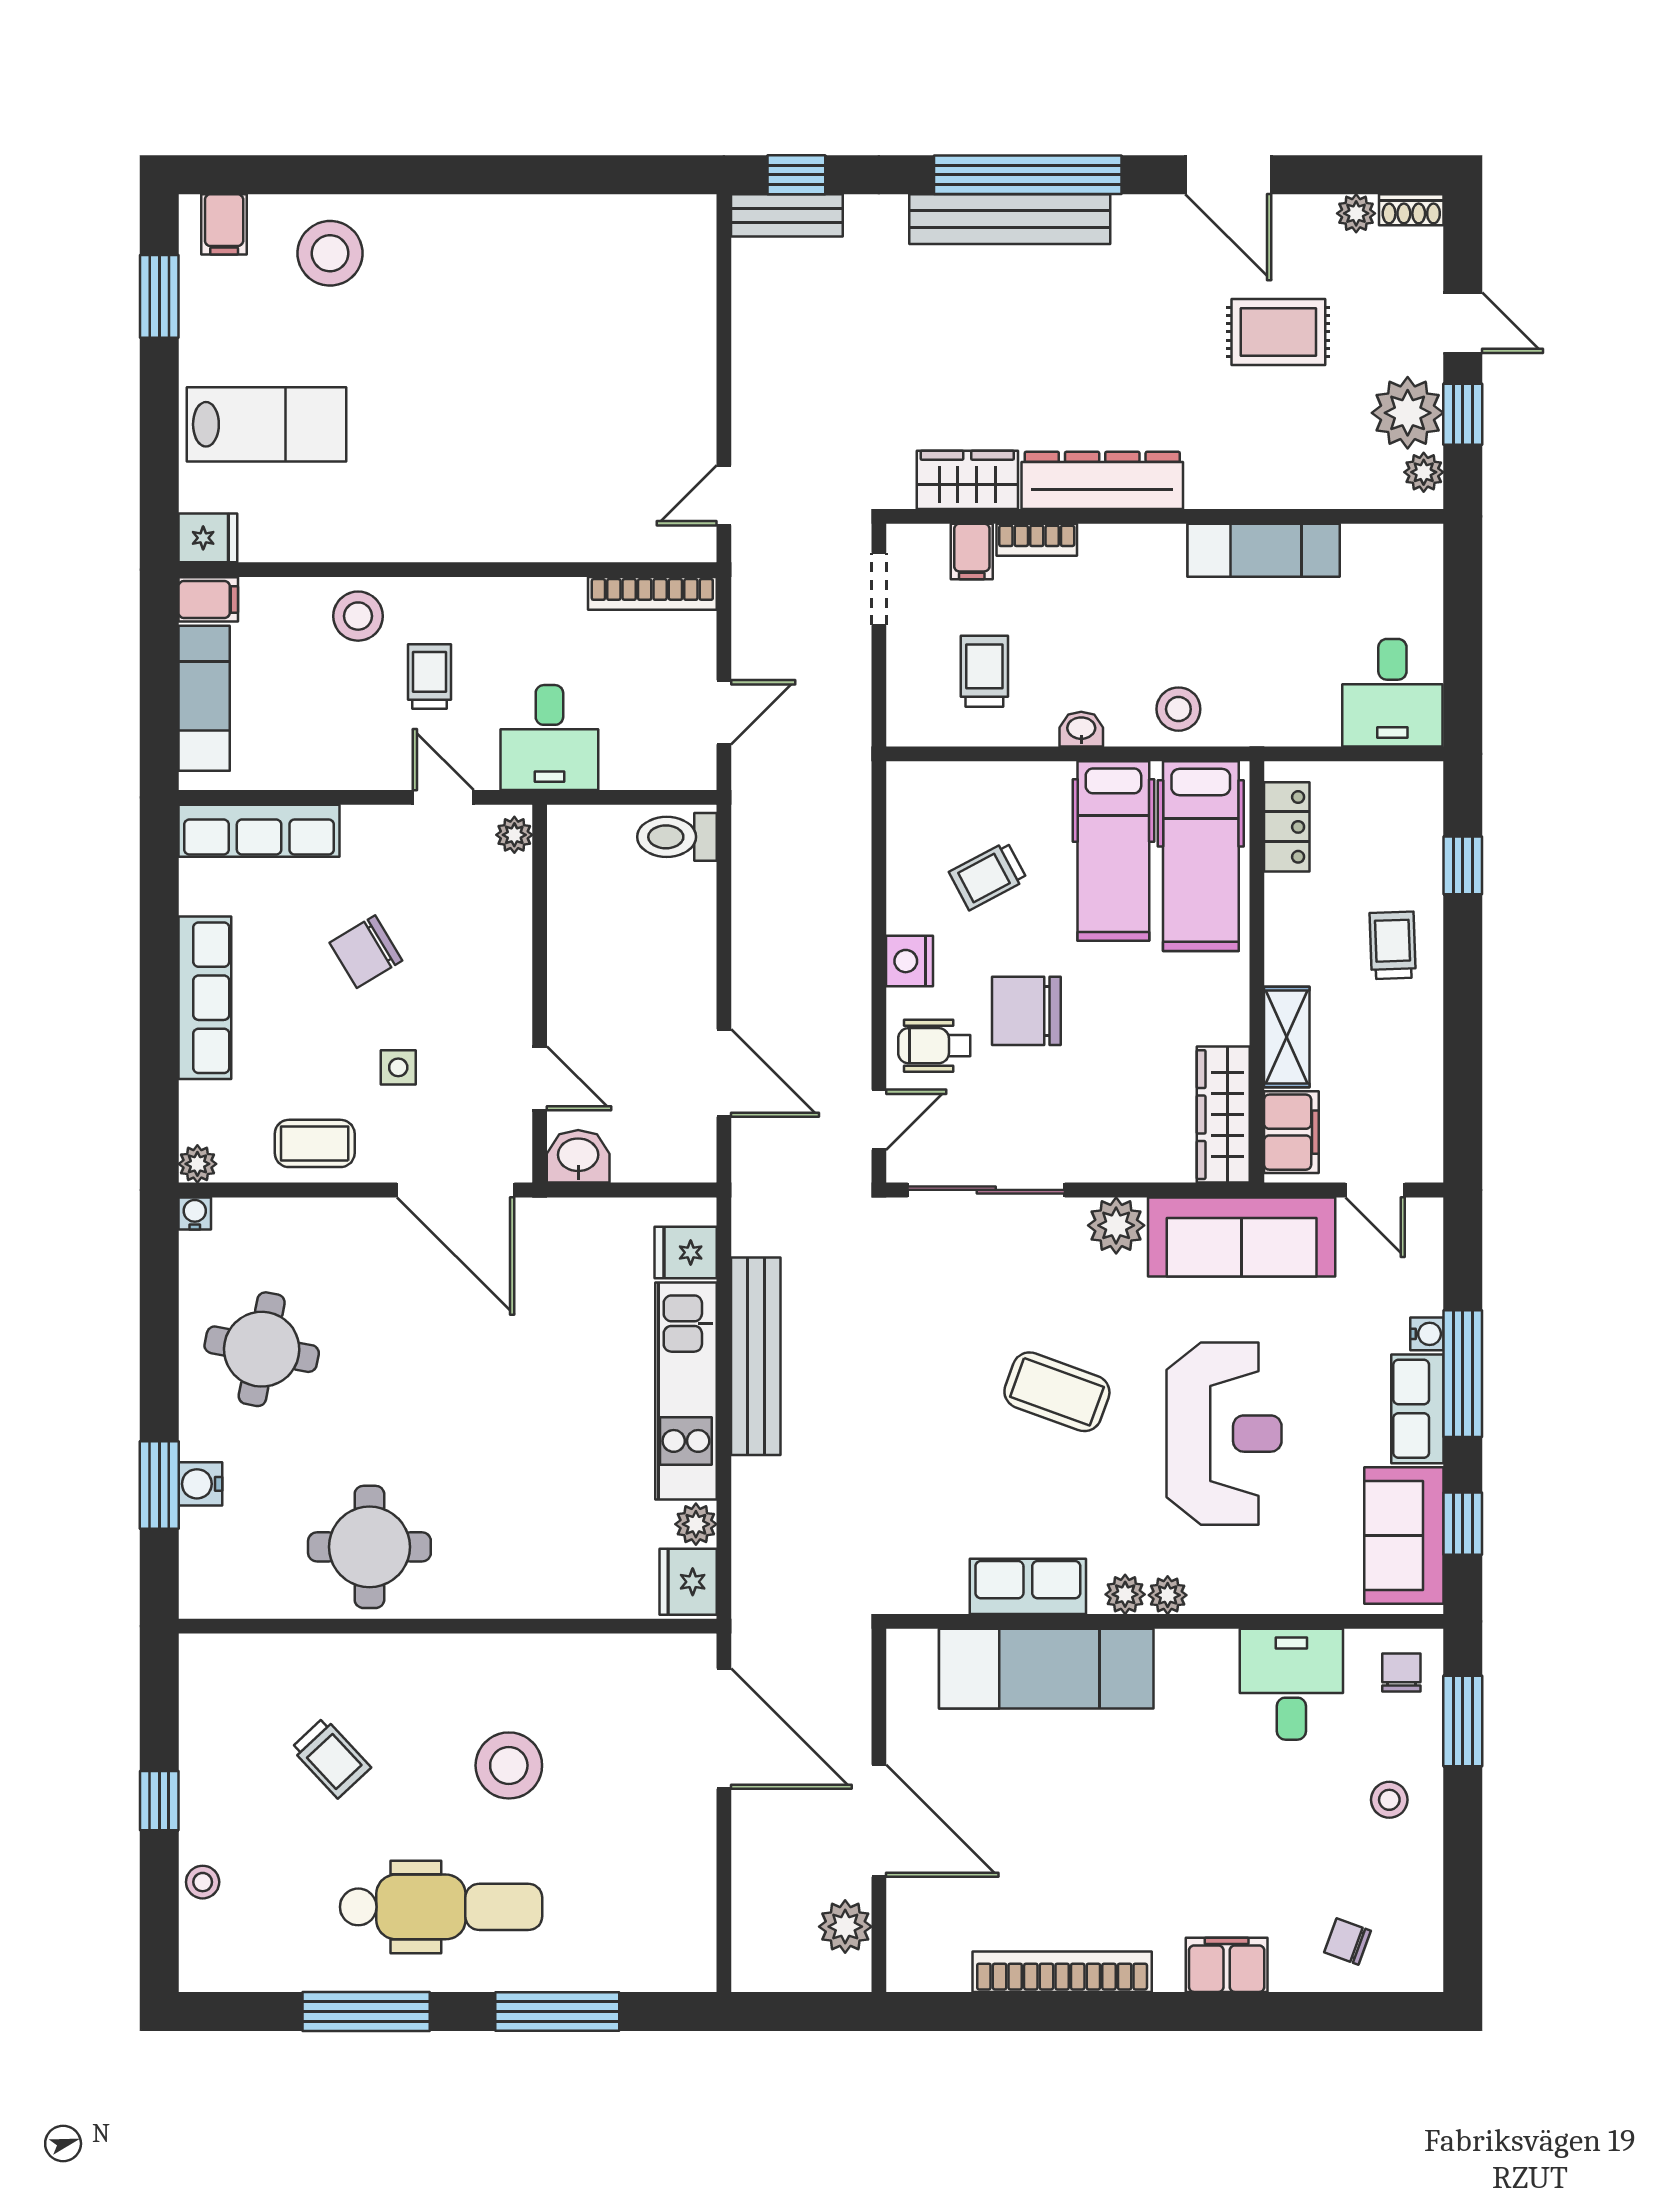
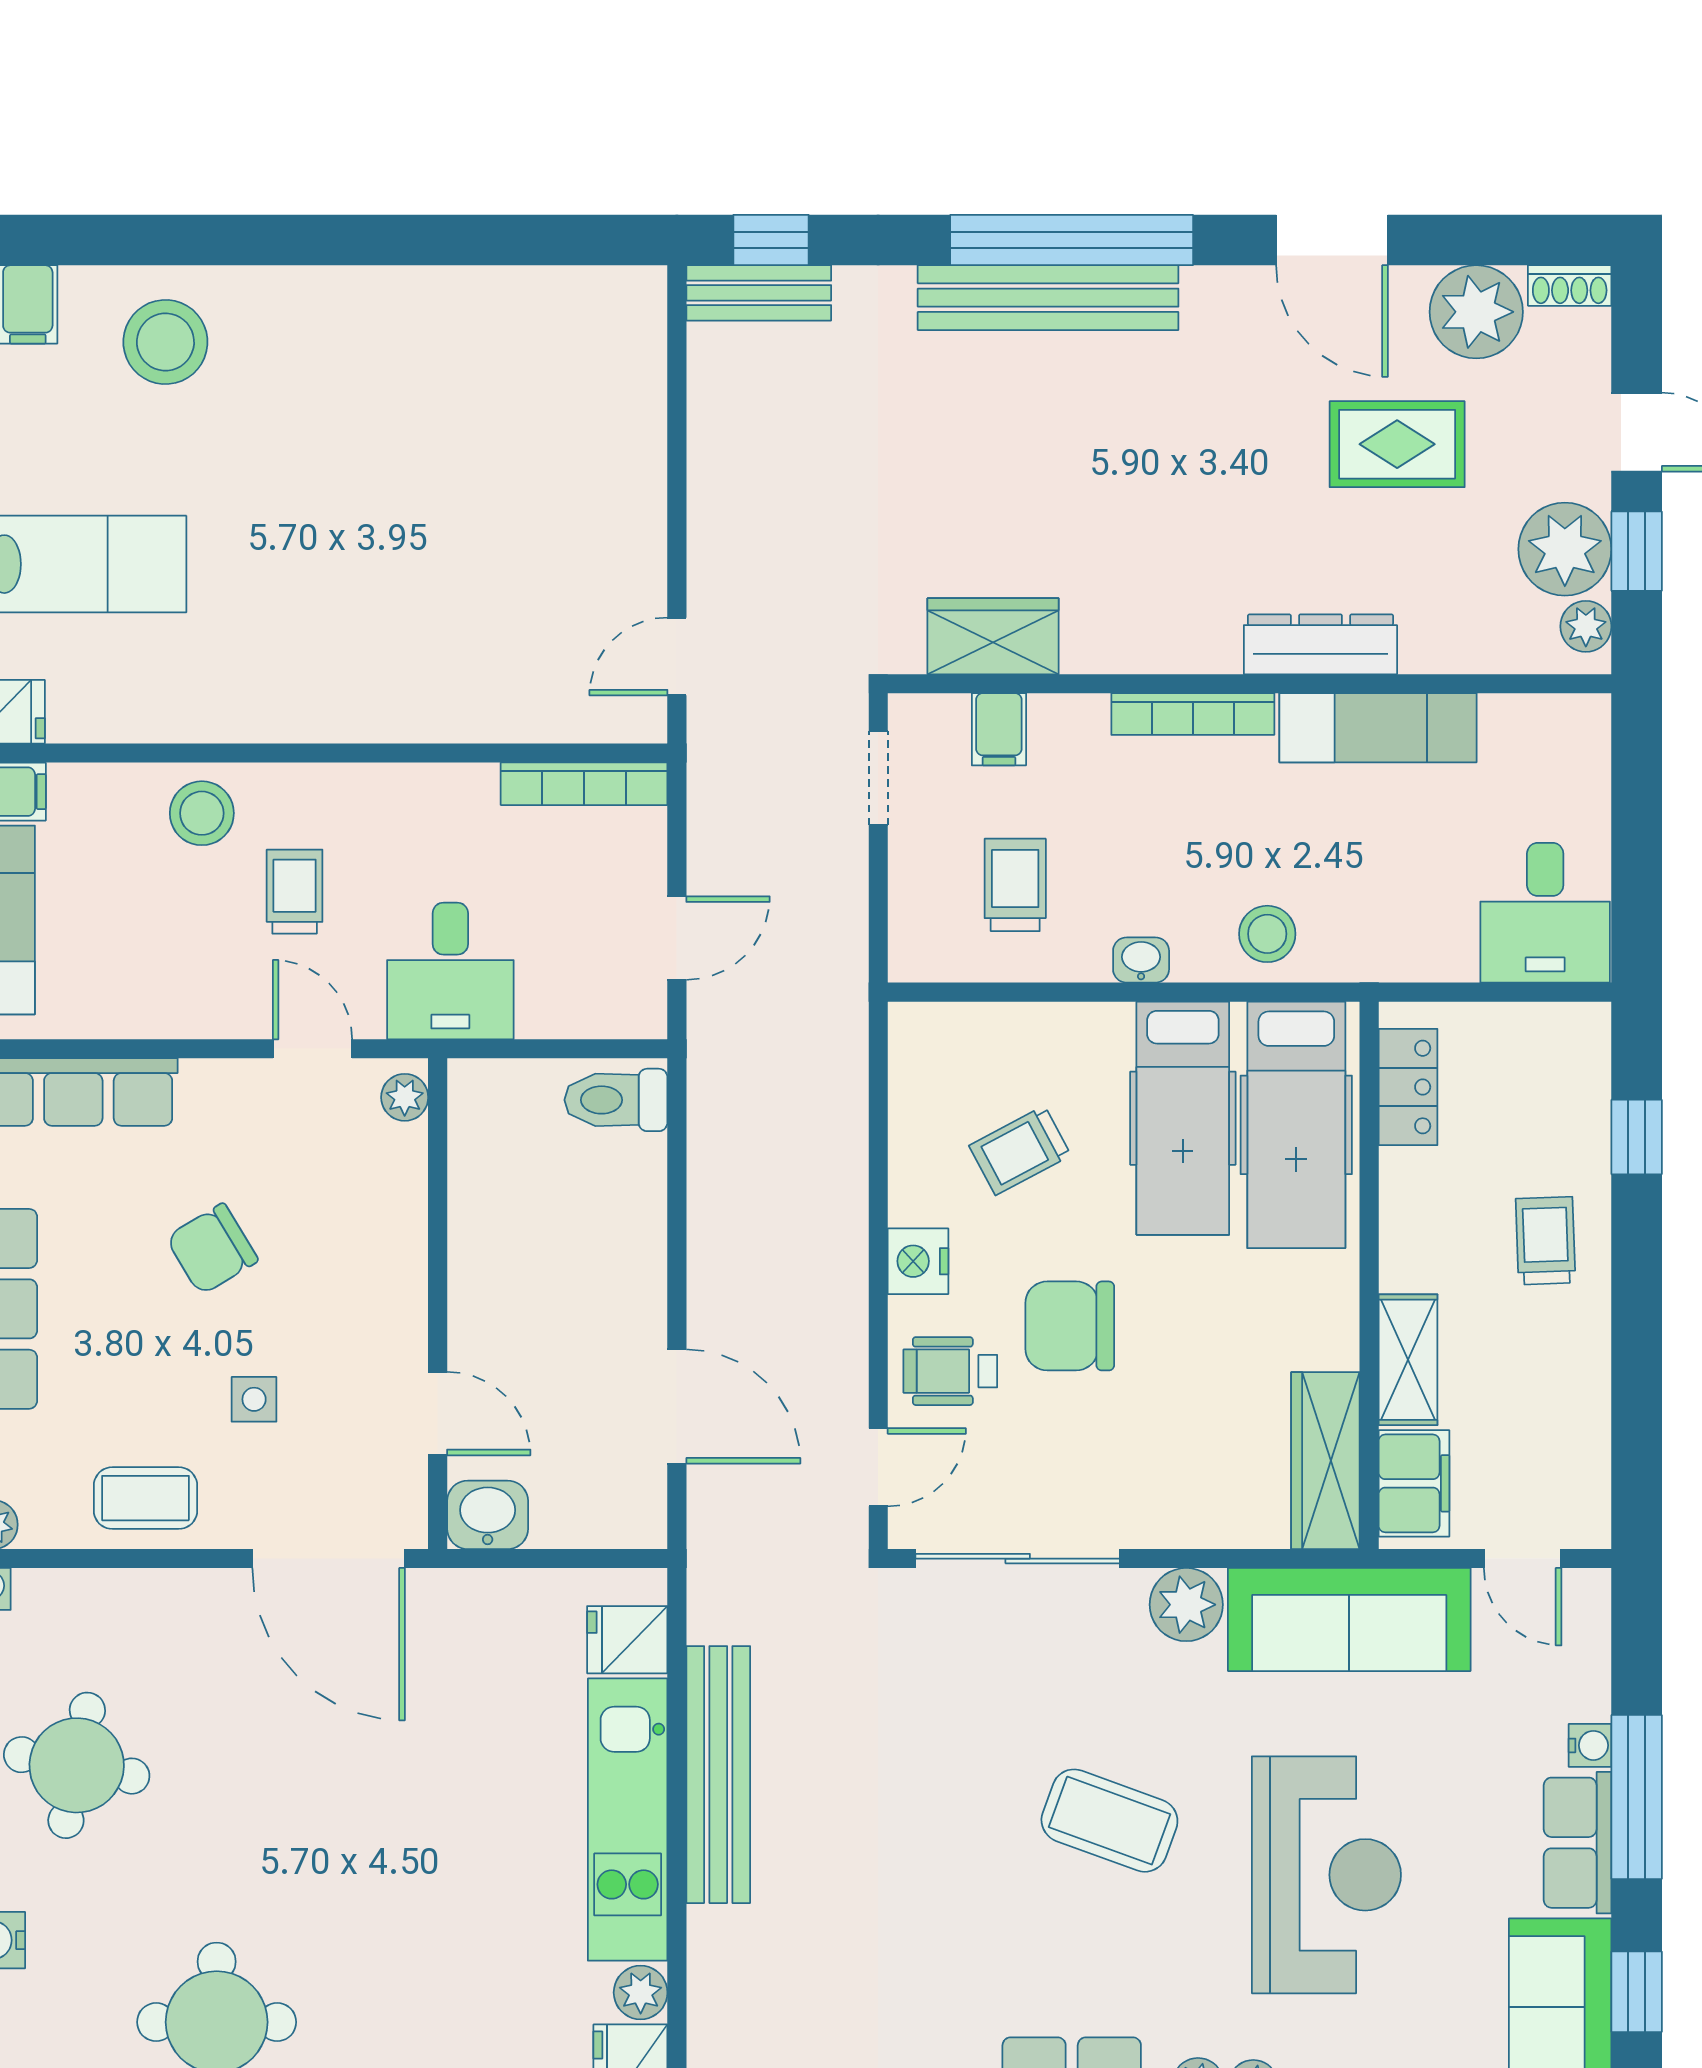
plant: (1356, 213) -> (1476, 312), width x1.88, depth x1.88
dresser: (1102, 480) -> (1320, 644), moved, width x0.73, depth x0.80
bookcase: (1037, 540) -> (1193, 714), moved, width x1.56

